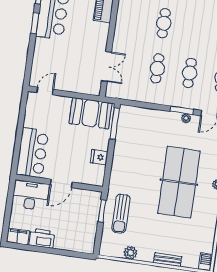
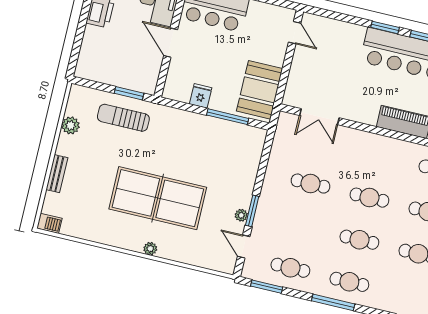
cafe table: (190, 73) -> (359, 240), moved
window: (115, 124) -> (228, 117), moved

